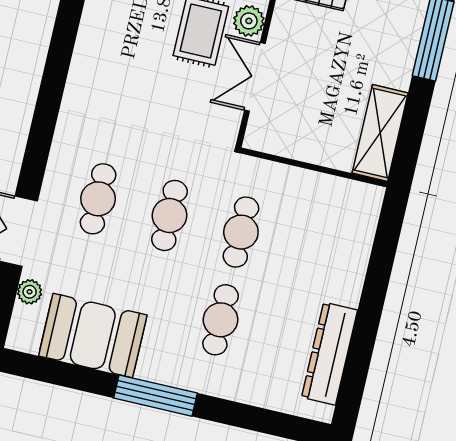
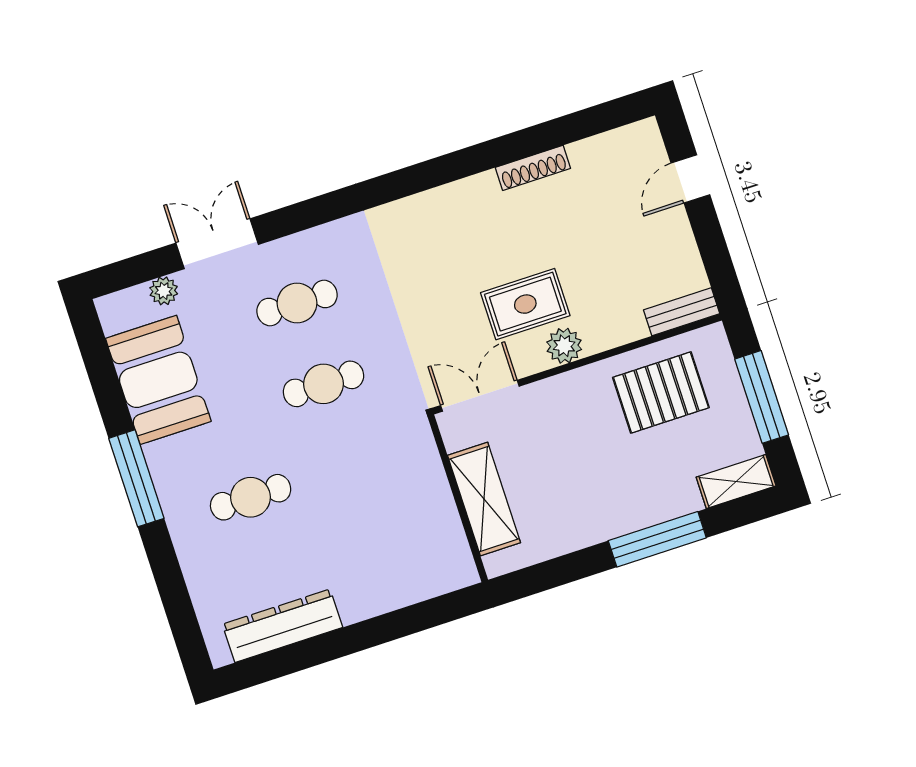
double door: (255, 77) -> (480, 396), moved
shelving: (380, 133) -> (484, 499), moved, turned 90
cafe table: (241, 232) -> (350, 465), removed

